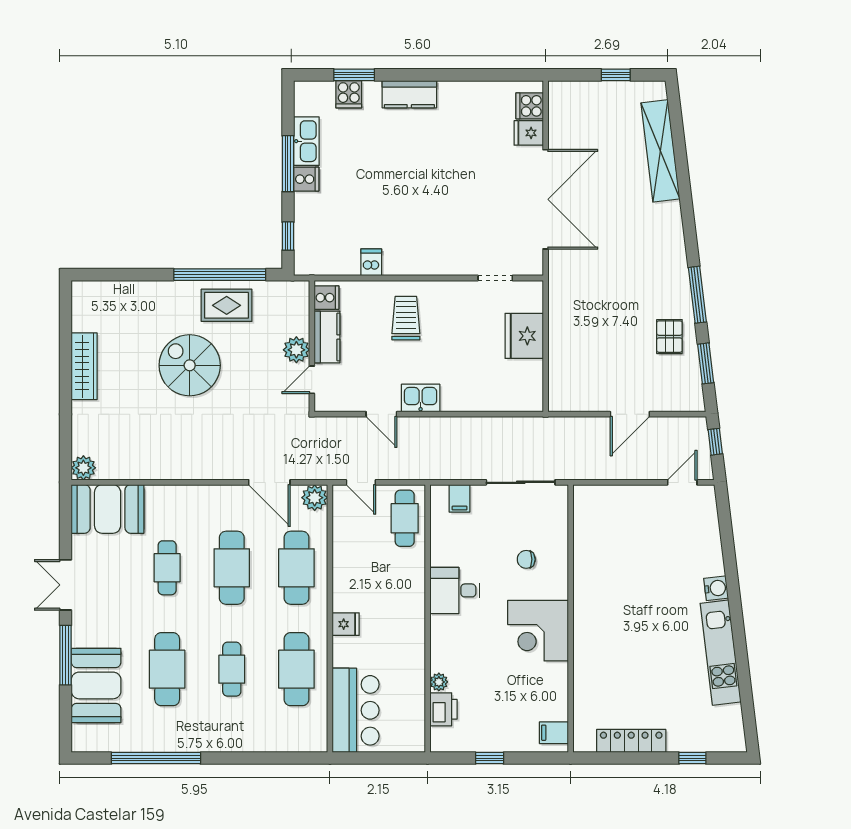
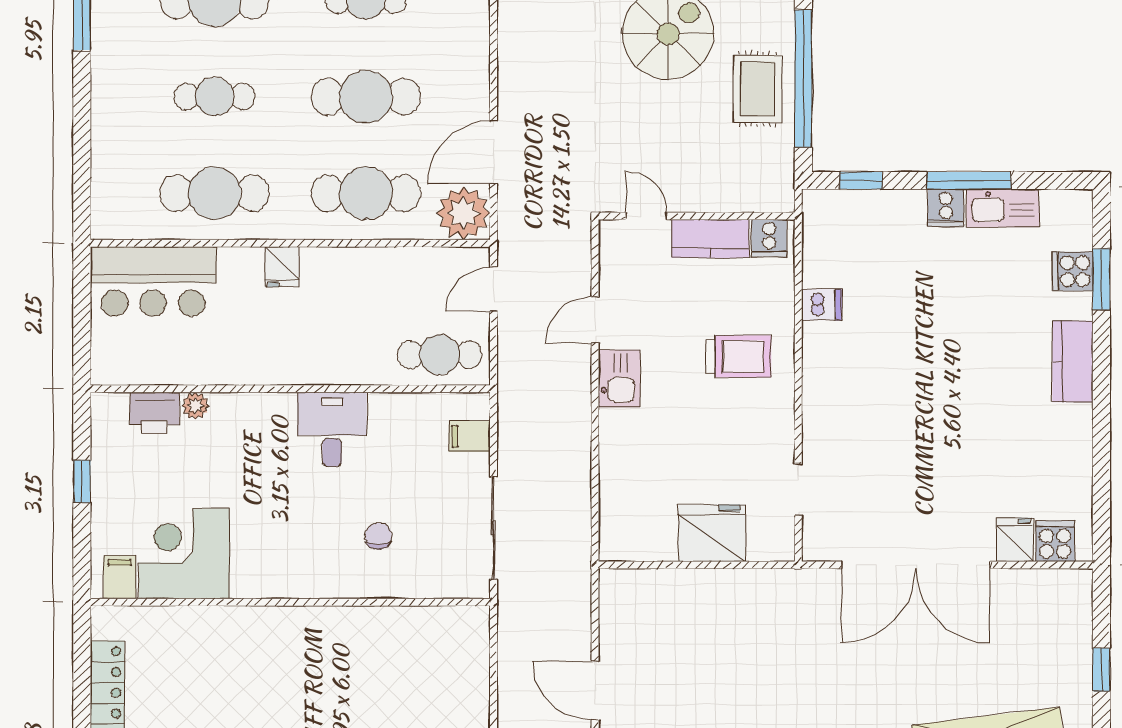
plant: (296, 350) -> (691, 193), removed
plant: (315, 498) -> (463, 213), width x1.36, depth x1.36
corner desk: (538, 631) -> (184, 554), moved

